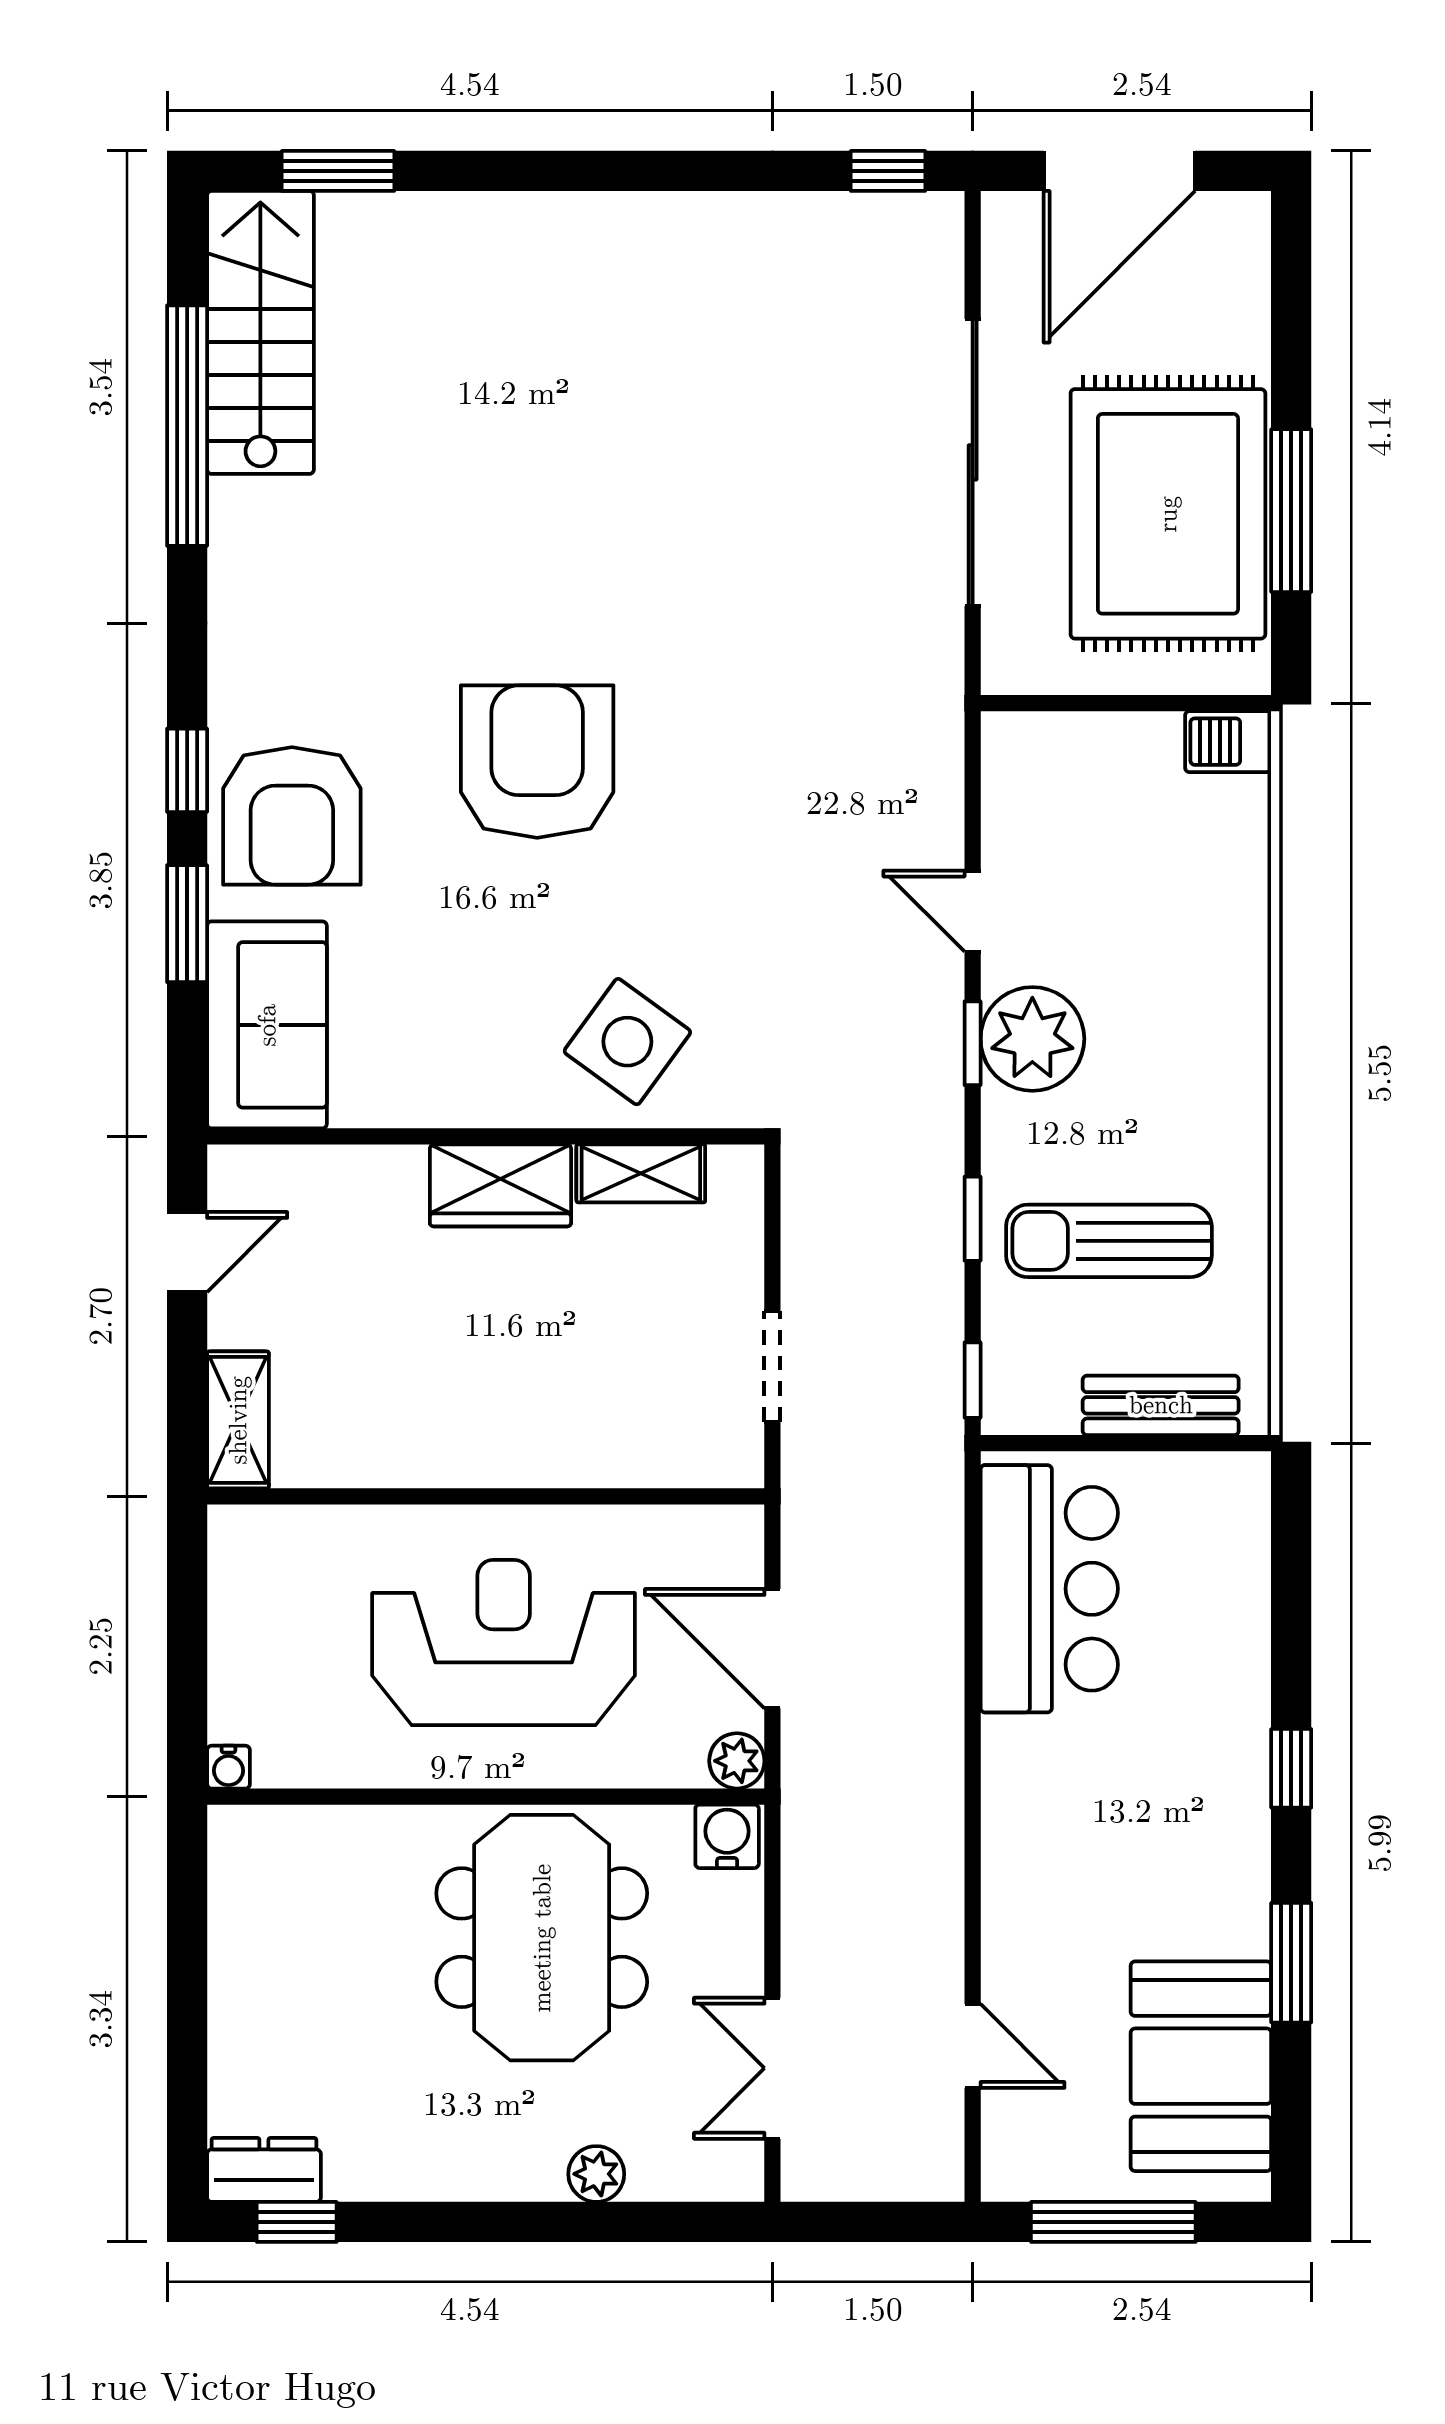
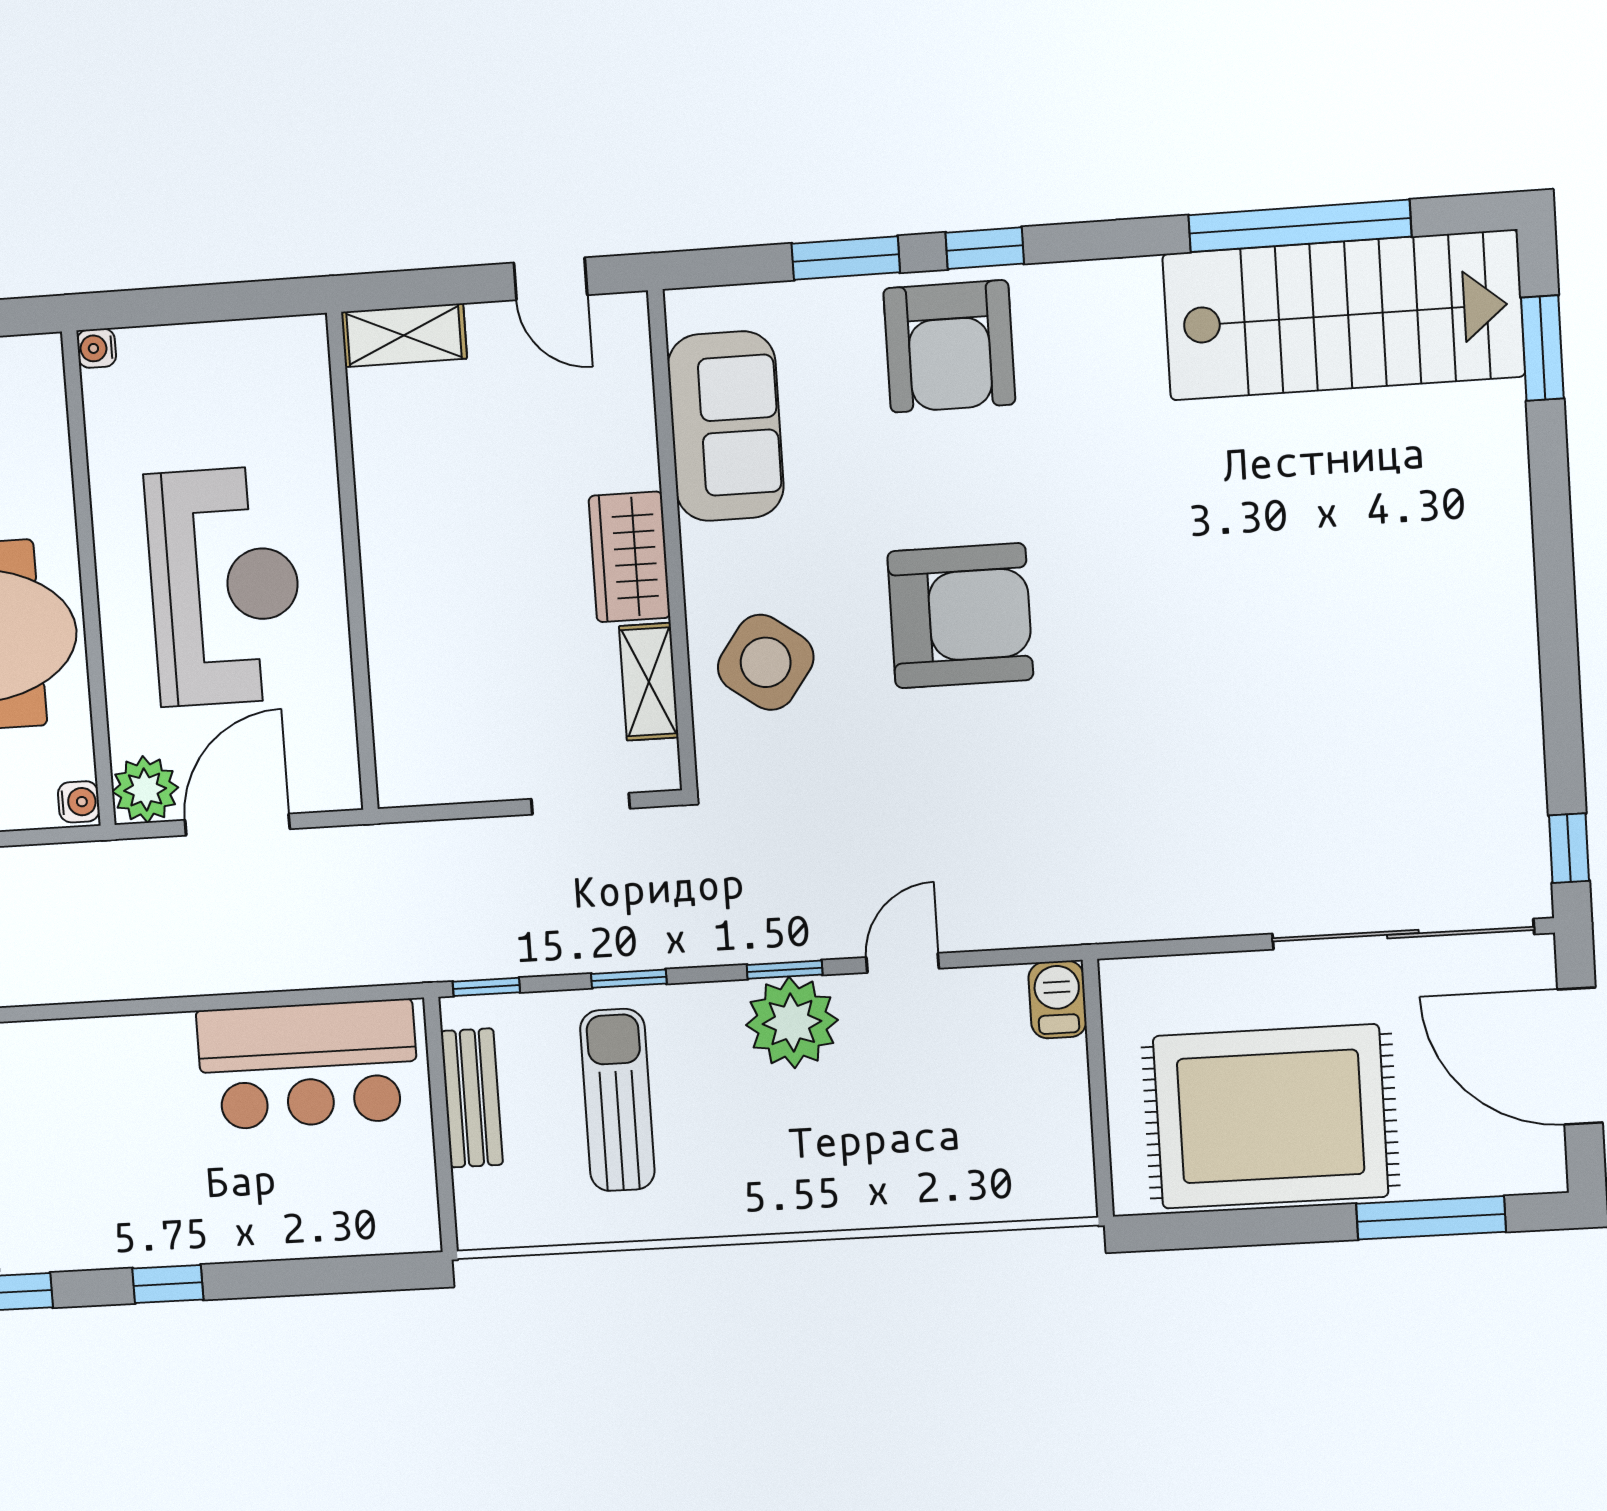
stairs: (260, 332) -> (1343, 315), width x1.36, depth x1.51
sliding door: (973, 462) -> (1403, 934), moved
window: (1291, 511) -> (1431, 1218), moved
barbecue: (1228, 742) -> (1057, 1000), moved
armchair: (537, 762) -> (960, 616), moved
armchair: (292, 816) -> (949, 346), turned -90
sofa: (267, 1025) -> (726, 426), moved, turned -90
doorway: (772, 1366) -> (581, 804), moved
bench: (1161, 1405) -> (472, 1098), moved
plant: (737, 1761) -> (145, 789), width x1.38, depth x1.38
water cooler: (727, 1836) -> (79, 802), width x0.72, depth x0.72

